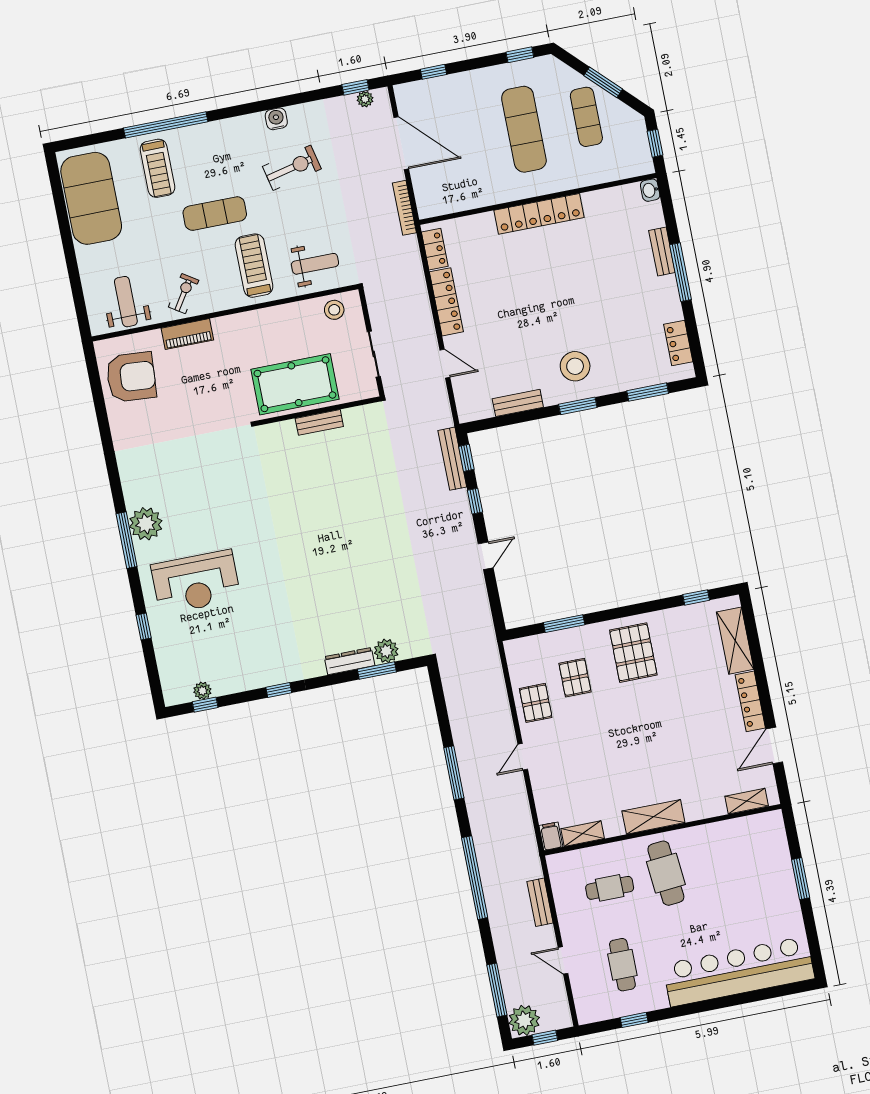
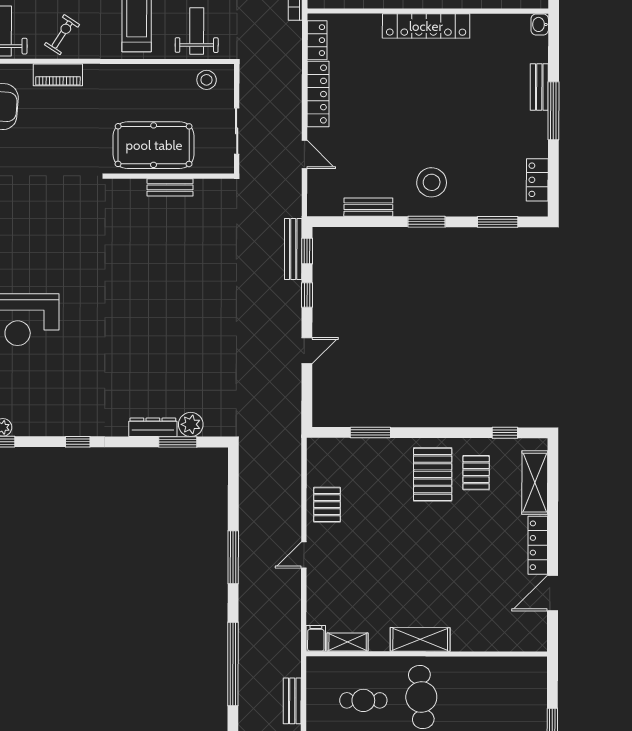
weight bench: (315, 264) -> (197, 31), turned -90
pallet: (575, 678) -> (476, 473), moved
shelving: (747, 801) -> (515, 642), removed

